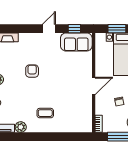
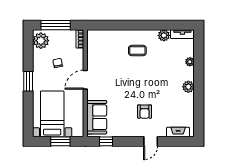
door: (49, 29) -> (151, 141), moved
sofa: (76, 42) -> (97, 117), moved, turned 90
armchair: (32, 71) -> (145, 112), moved

